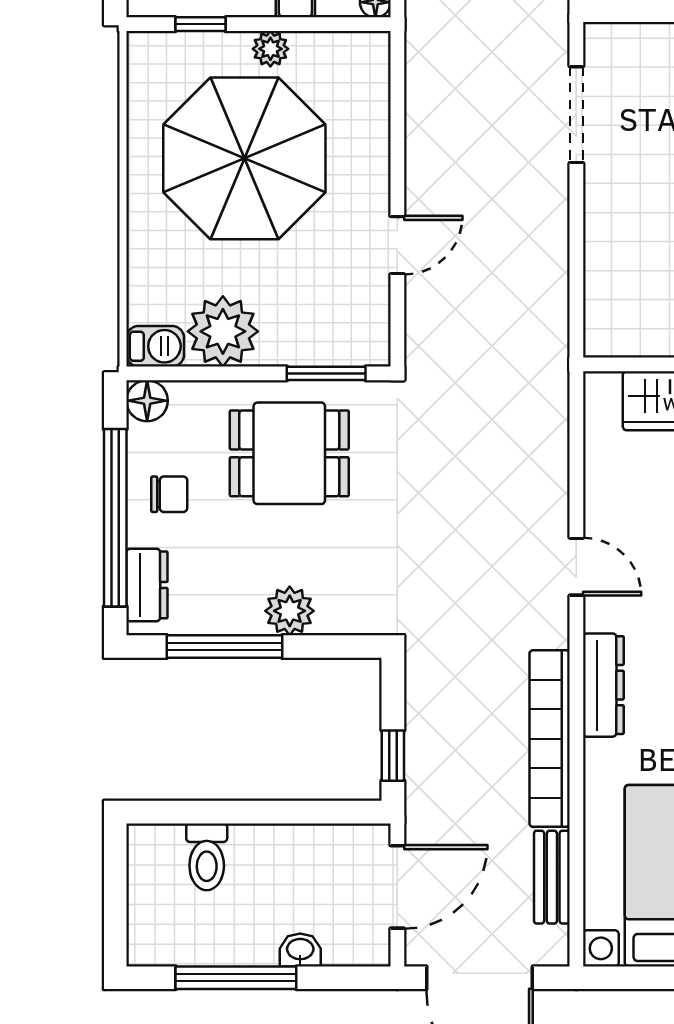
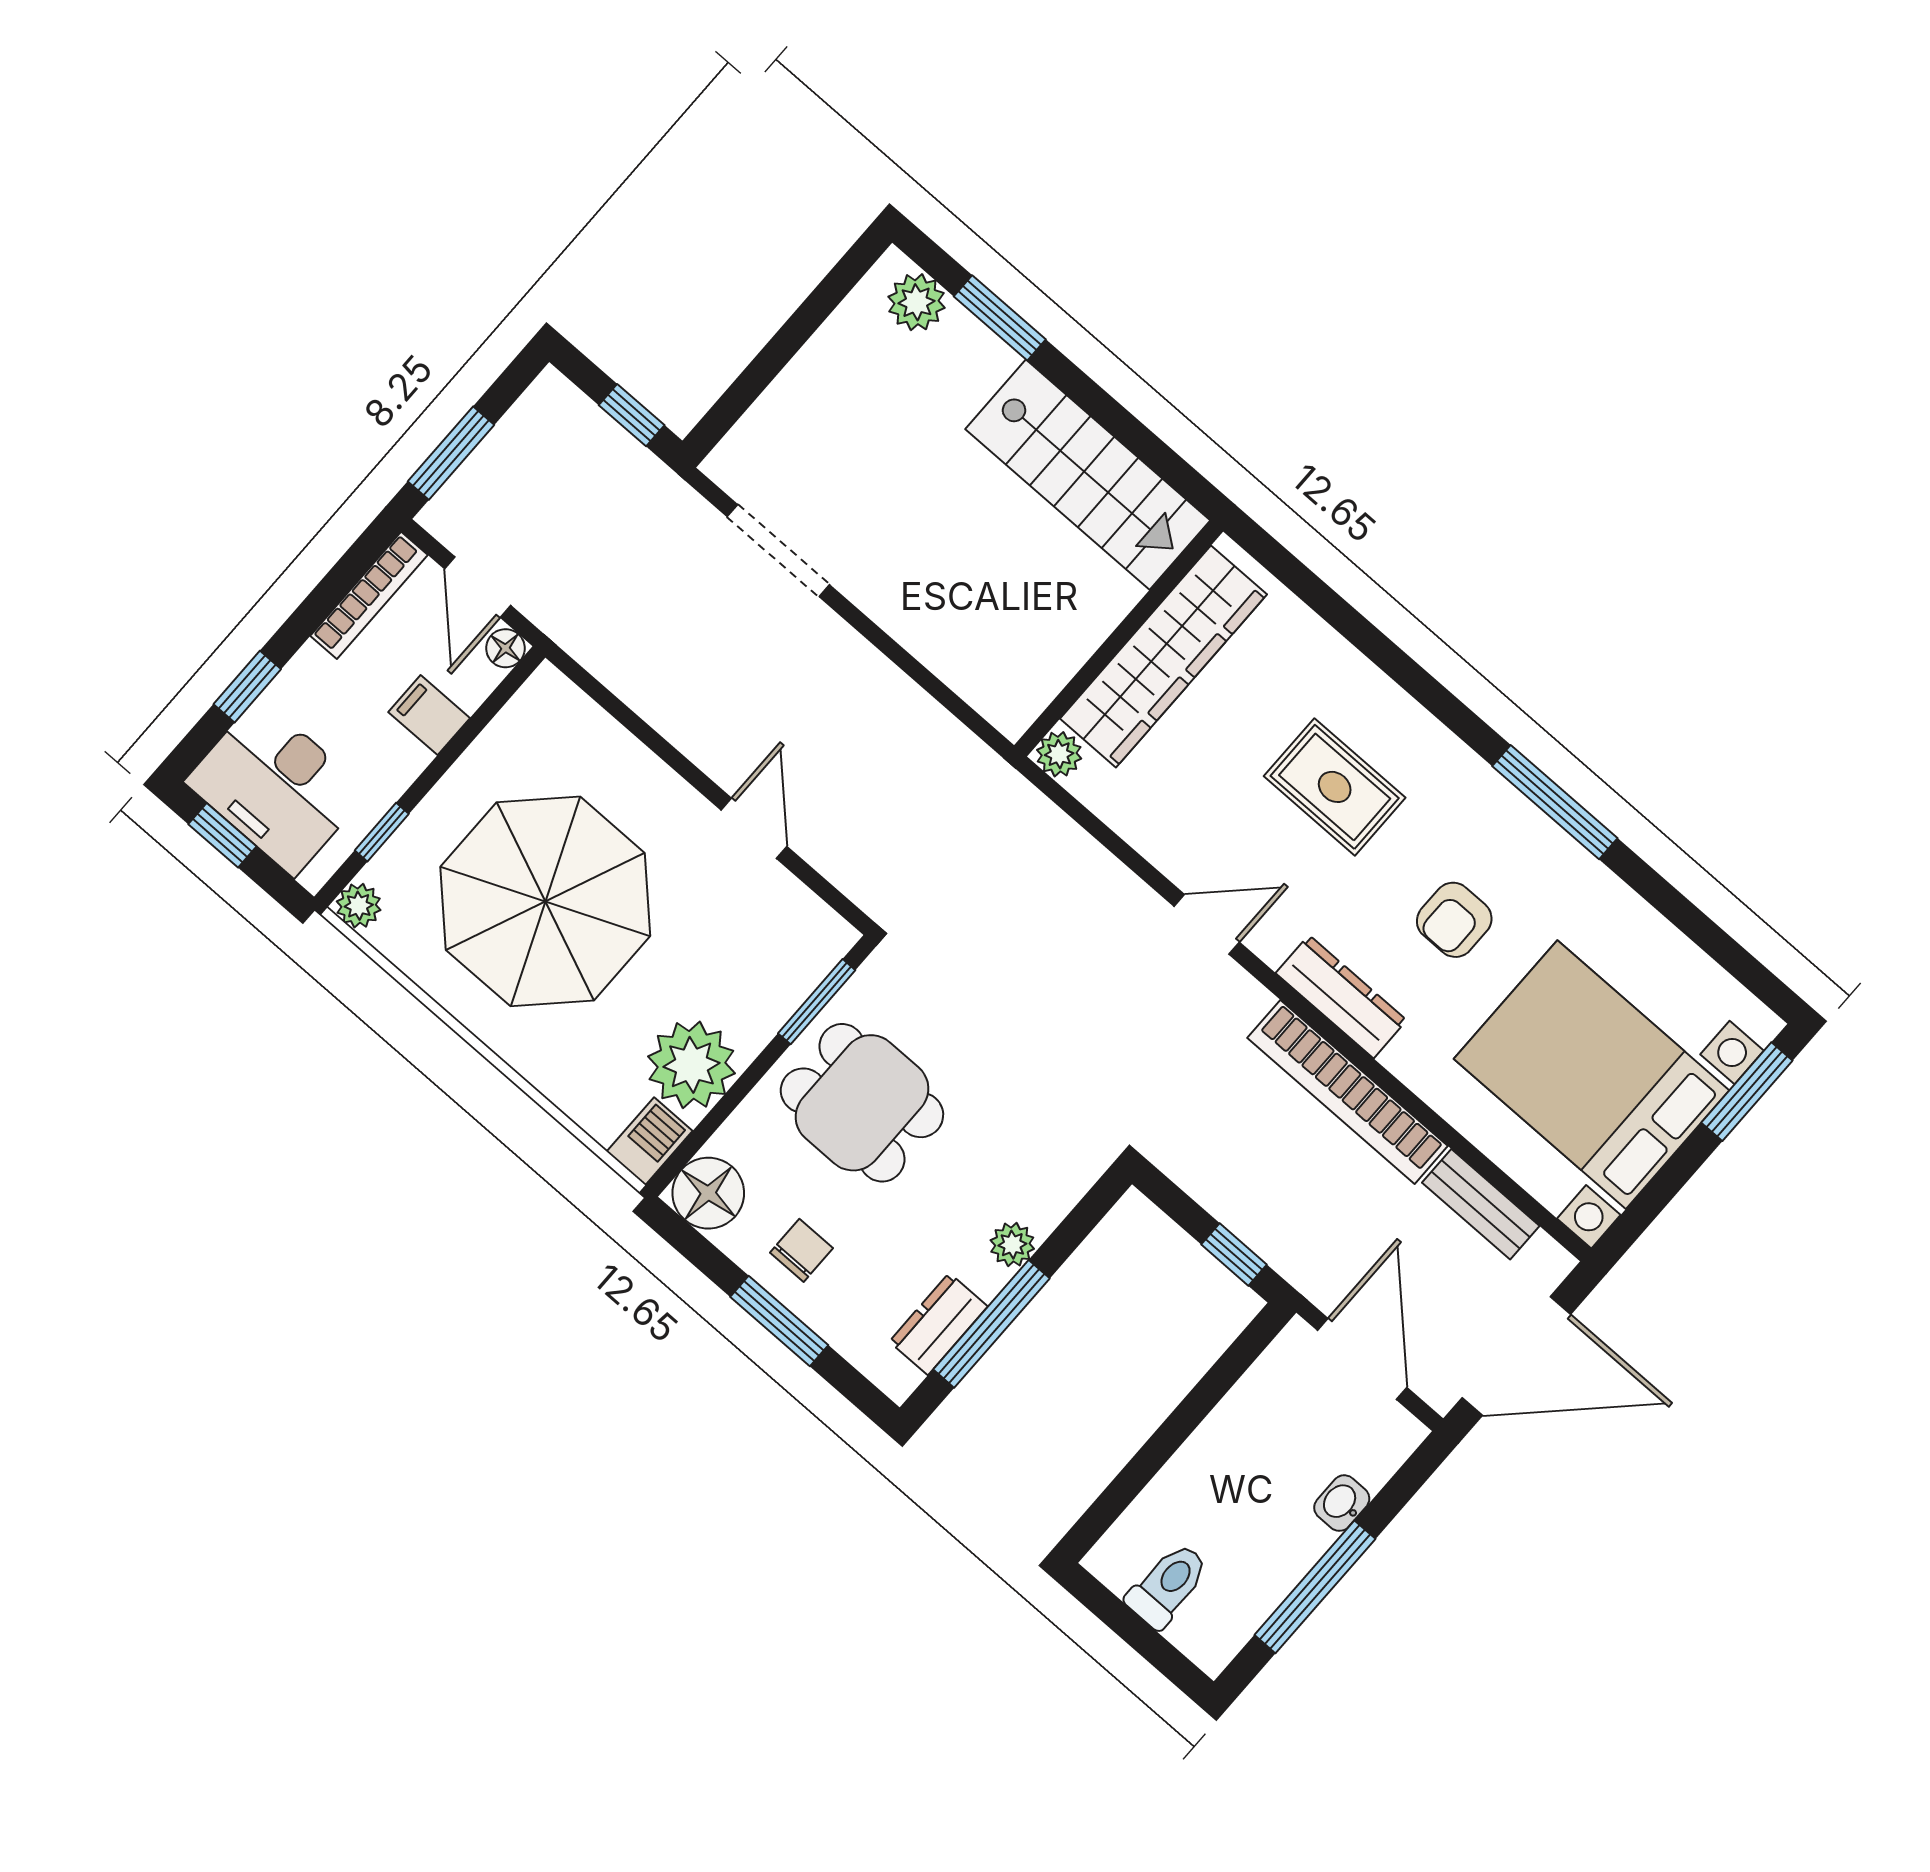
plant: (270, 49) -> (359, 906), moved
plant: (601, 389) -> (1059, 754), added
floor lamp: (147, 401) -> (708, 1193), width x1.38, depth x1.38
dining table: (289, 453) -> (862, 1103), turned 90
window: (115, 518) -> (779, 1321), width x0.47
dresser: (147, 585) -> (938, 1324), moved, turned -90
plant: (290, 611) -> (1012, 1245), width x0.73, depth x0.73
toilet: (207, 857) -> (1168, 1585), moved, turned -90

